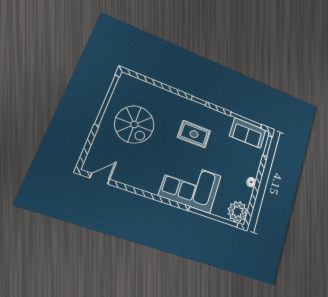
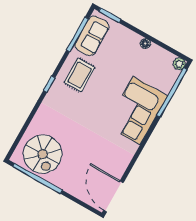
spiral stairs: (134, 124) -> (43, 154), moved, turned 90
rug: (194, 134) -> (80, 75), moved
door: (100, 179) -> (113, 196), width x1.88
plant: (238, 212) -> (179, 64), width x0.53, depth x0.53

